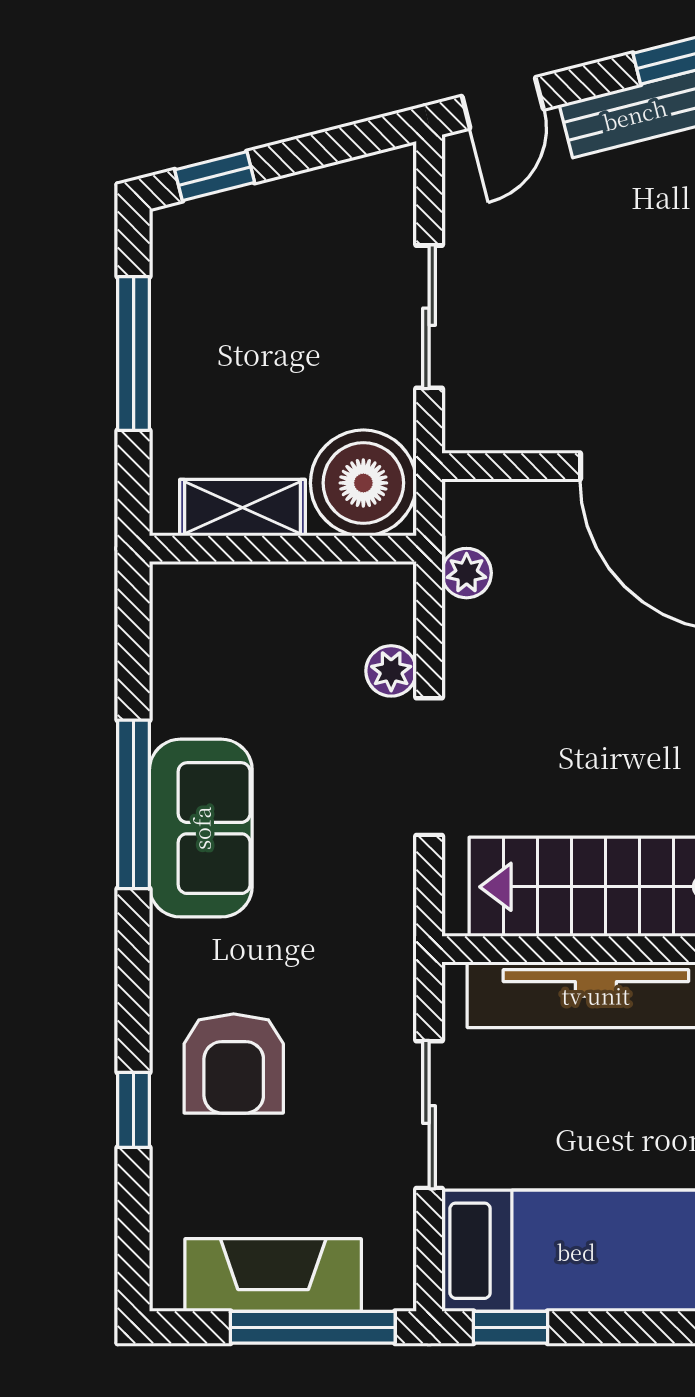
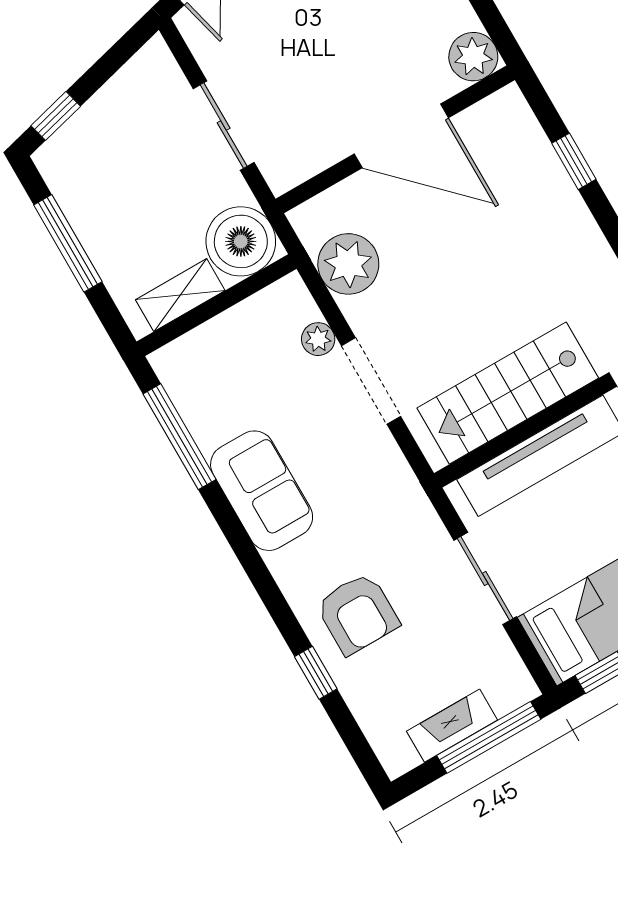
plant: (467, 573) -> (348, 264), width x1.87, depth x1.87
window: (134, 804) -> (179, 437), moved
fireplace: (273, 1275) -> (452, 726), width x0.73, depth x0.76

